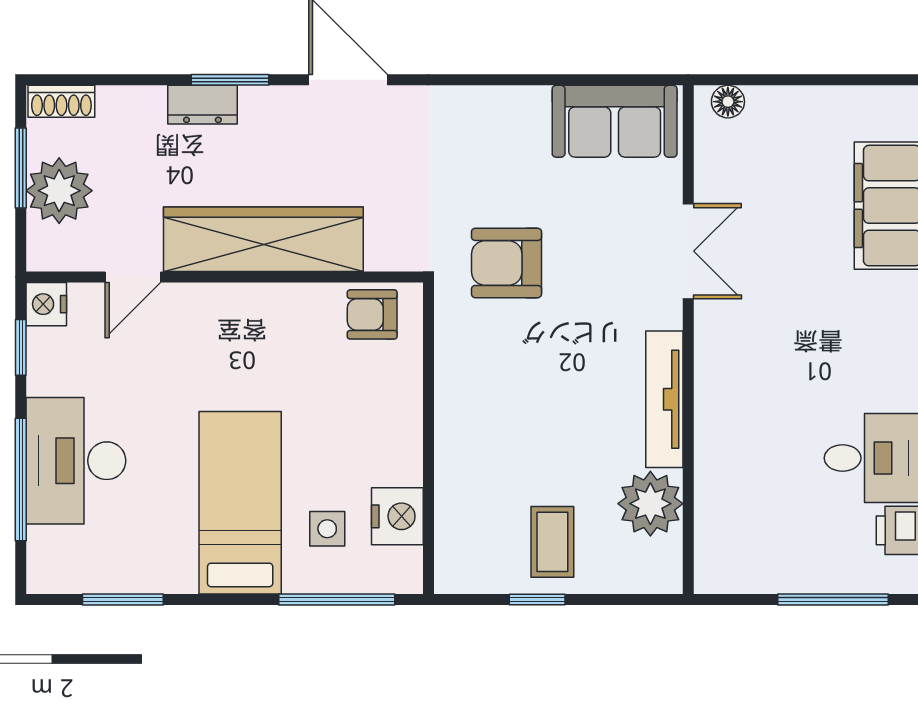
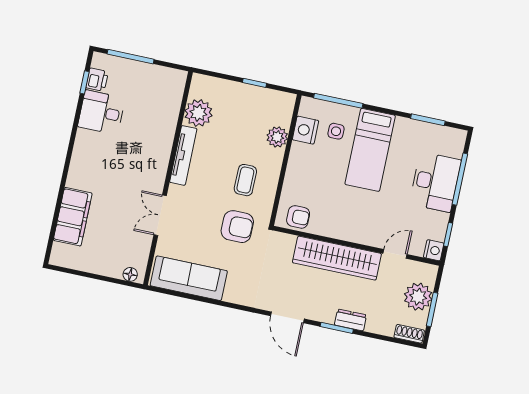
sofa: (615, 121) -> (189, 278), width x1.36
plant: (459, 487) -> (277, 137), added
coffee table: (552, 542) -> (245, 180), moved

